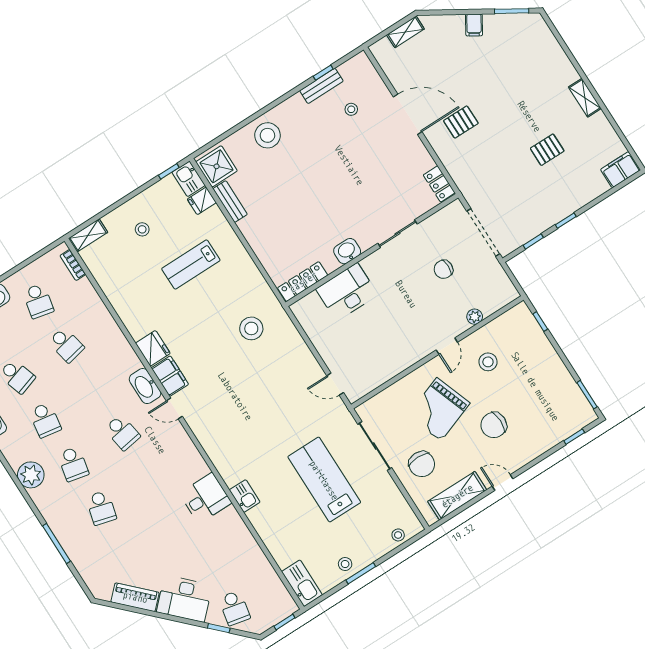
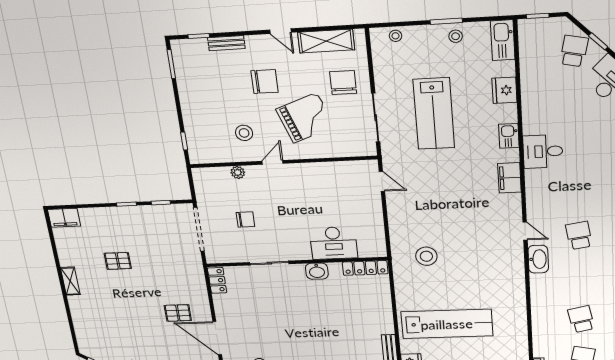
lab bench: (191, 265) -> (447, 324), width x1.86, depth x1.39
fridge: (153, 348) -> (504, 90), moved
filing cabinet: (170, 376) -> (509, 178), moved
bench: (546, 444) -> (226, 43), added

